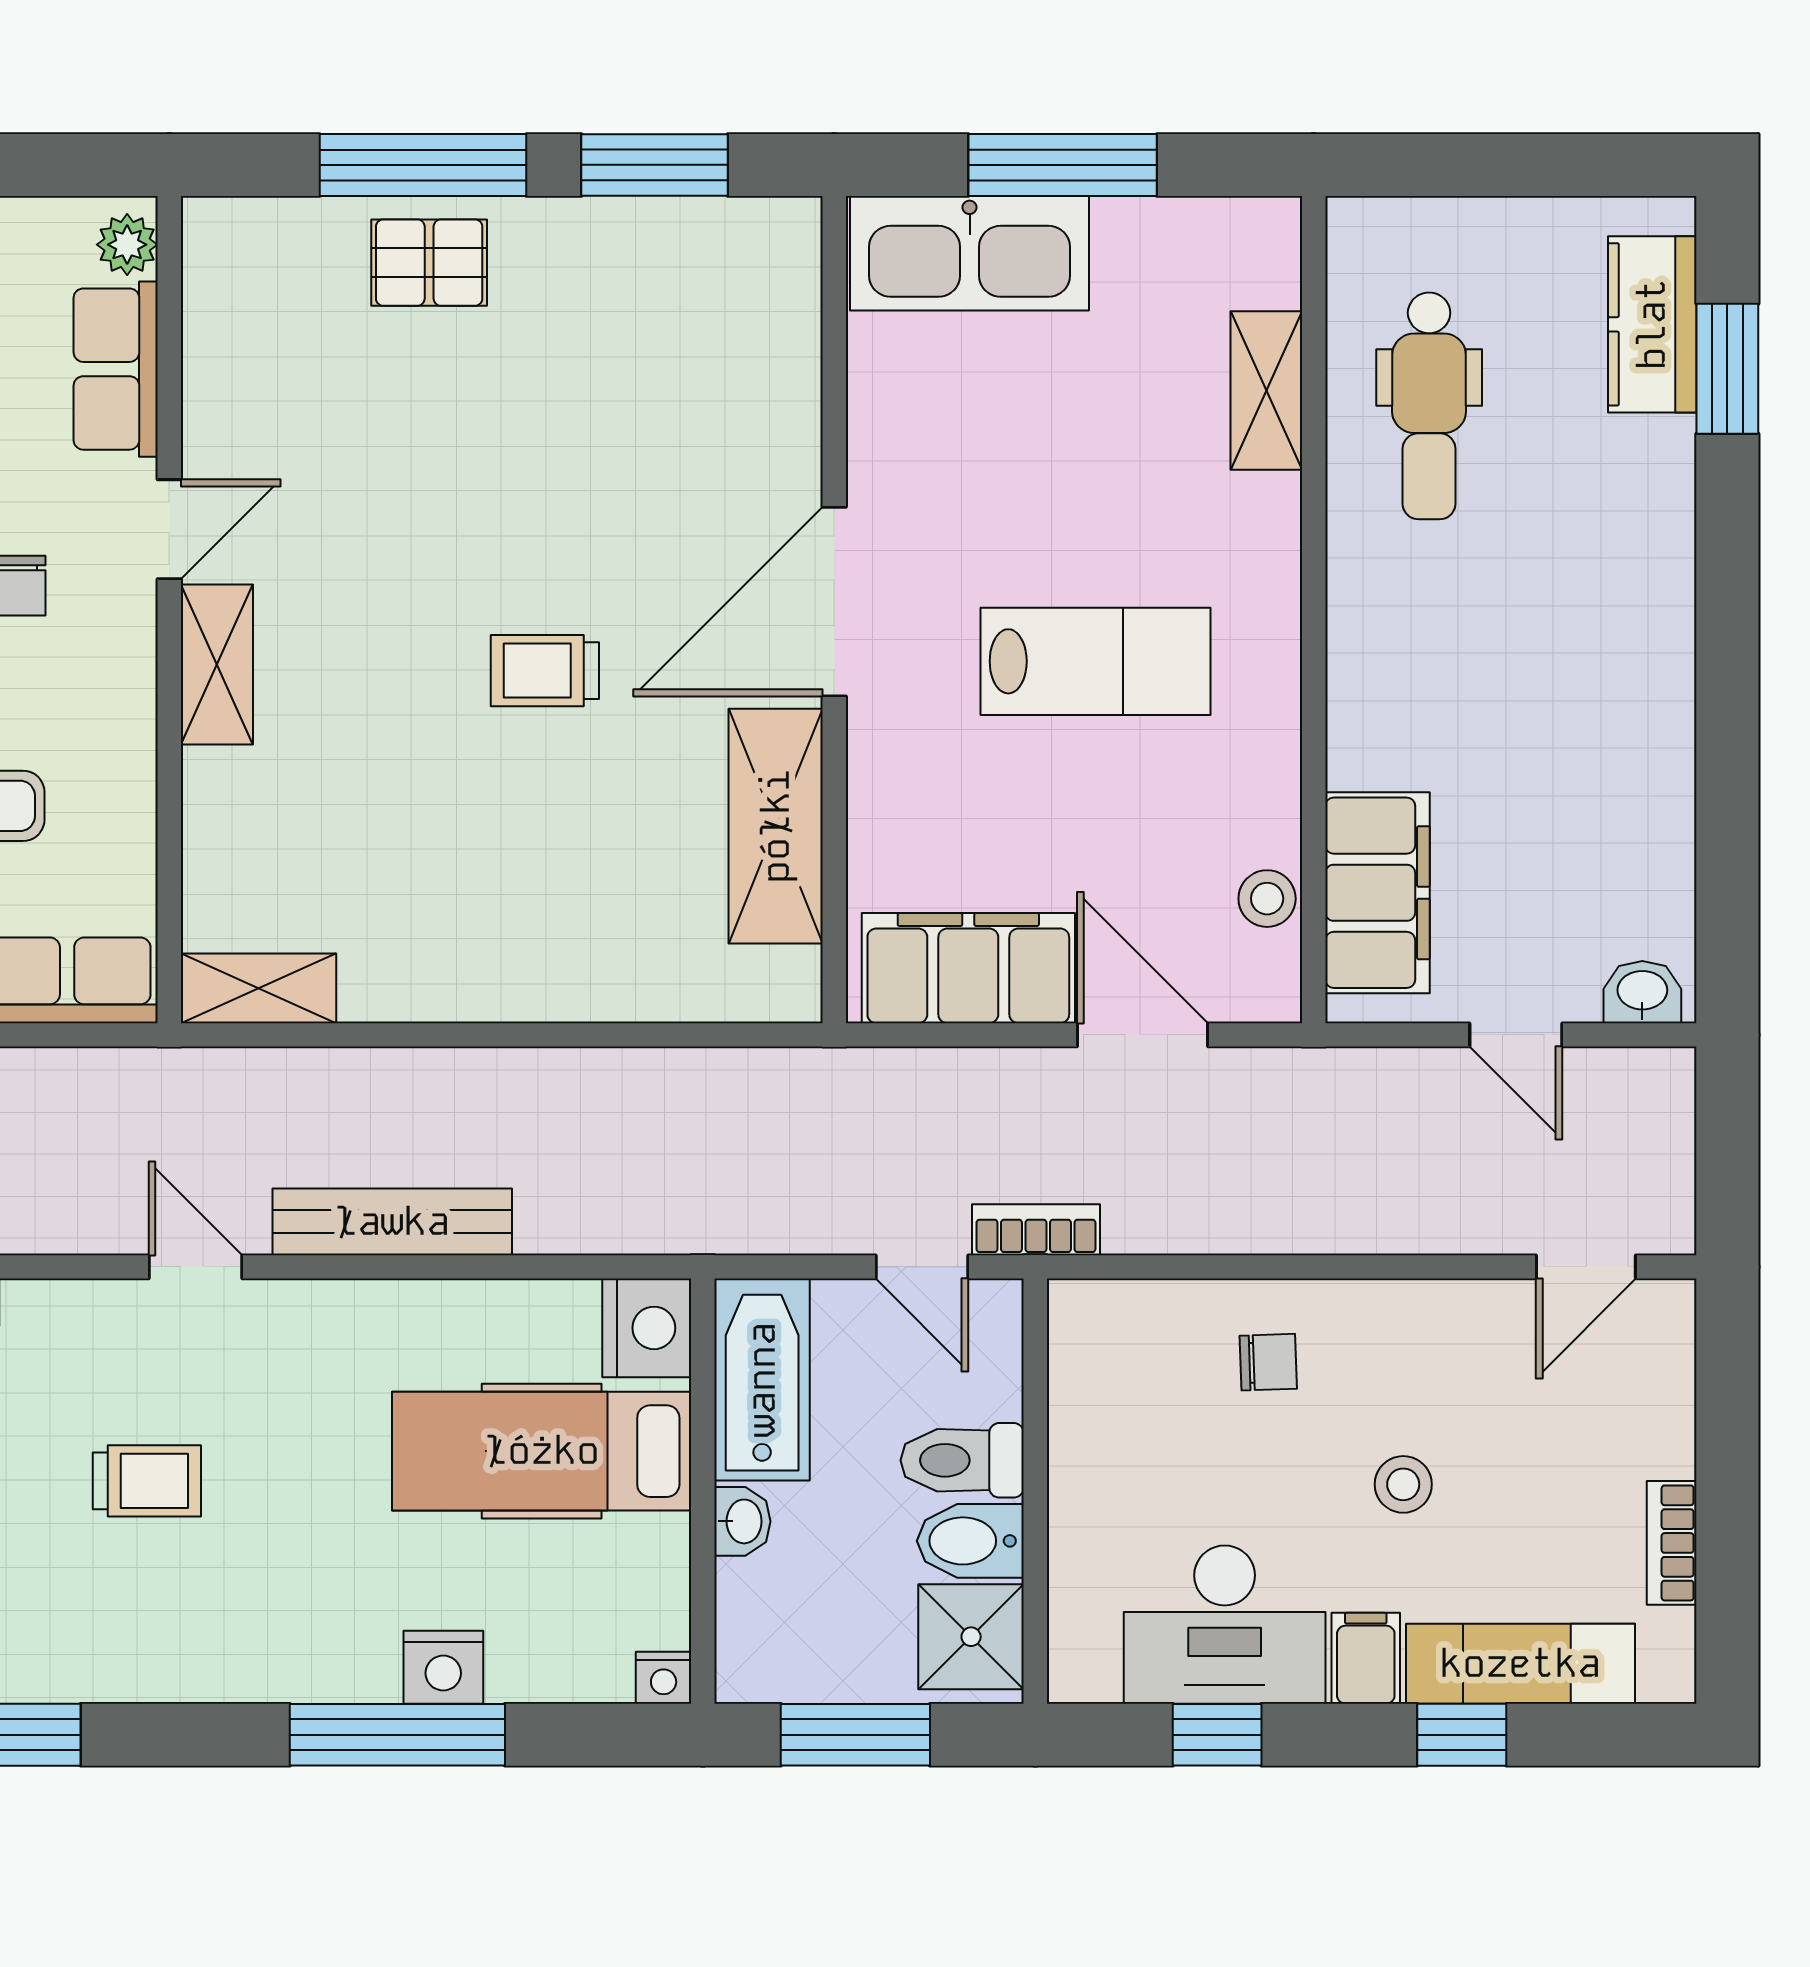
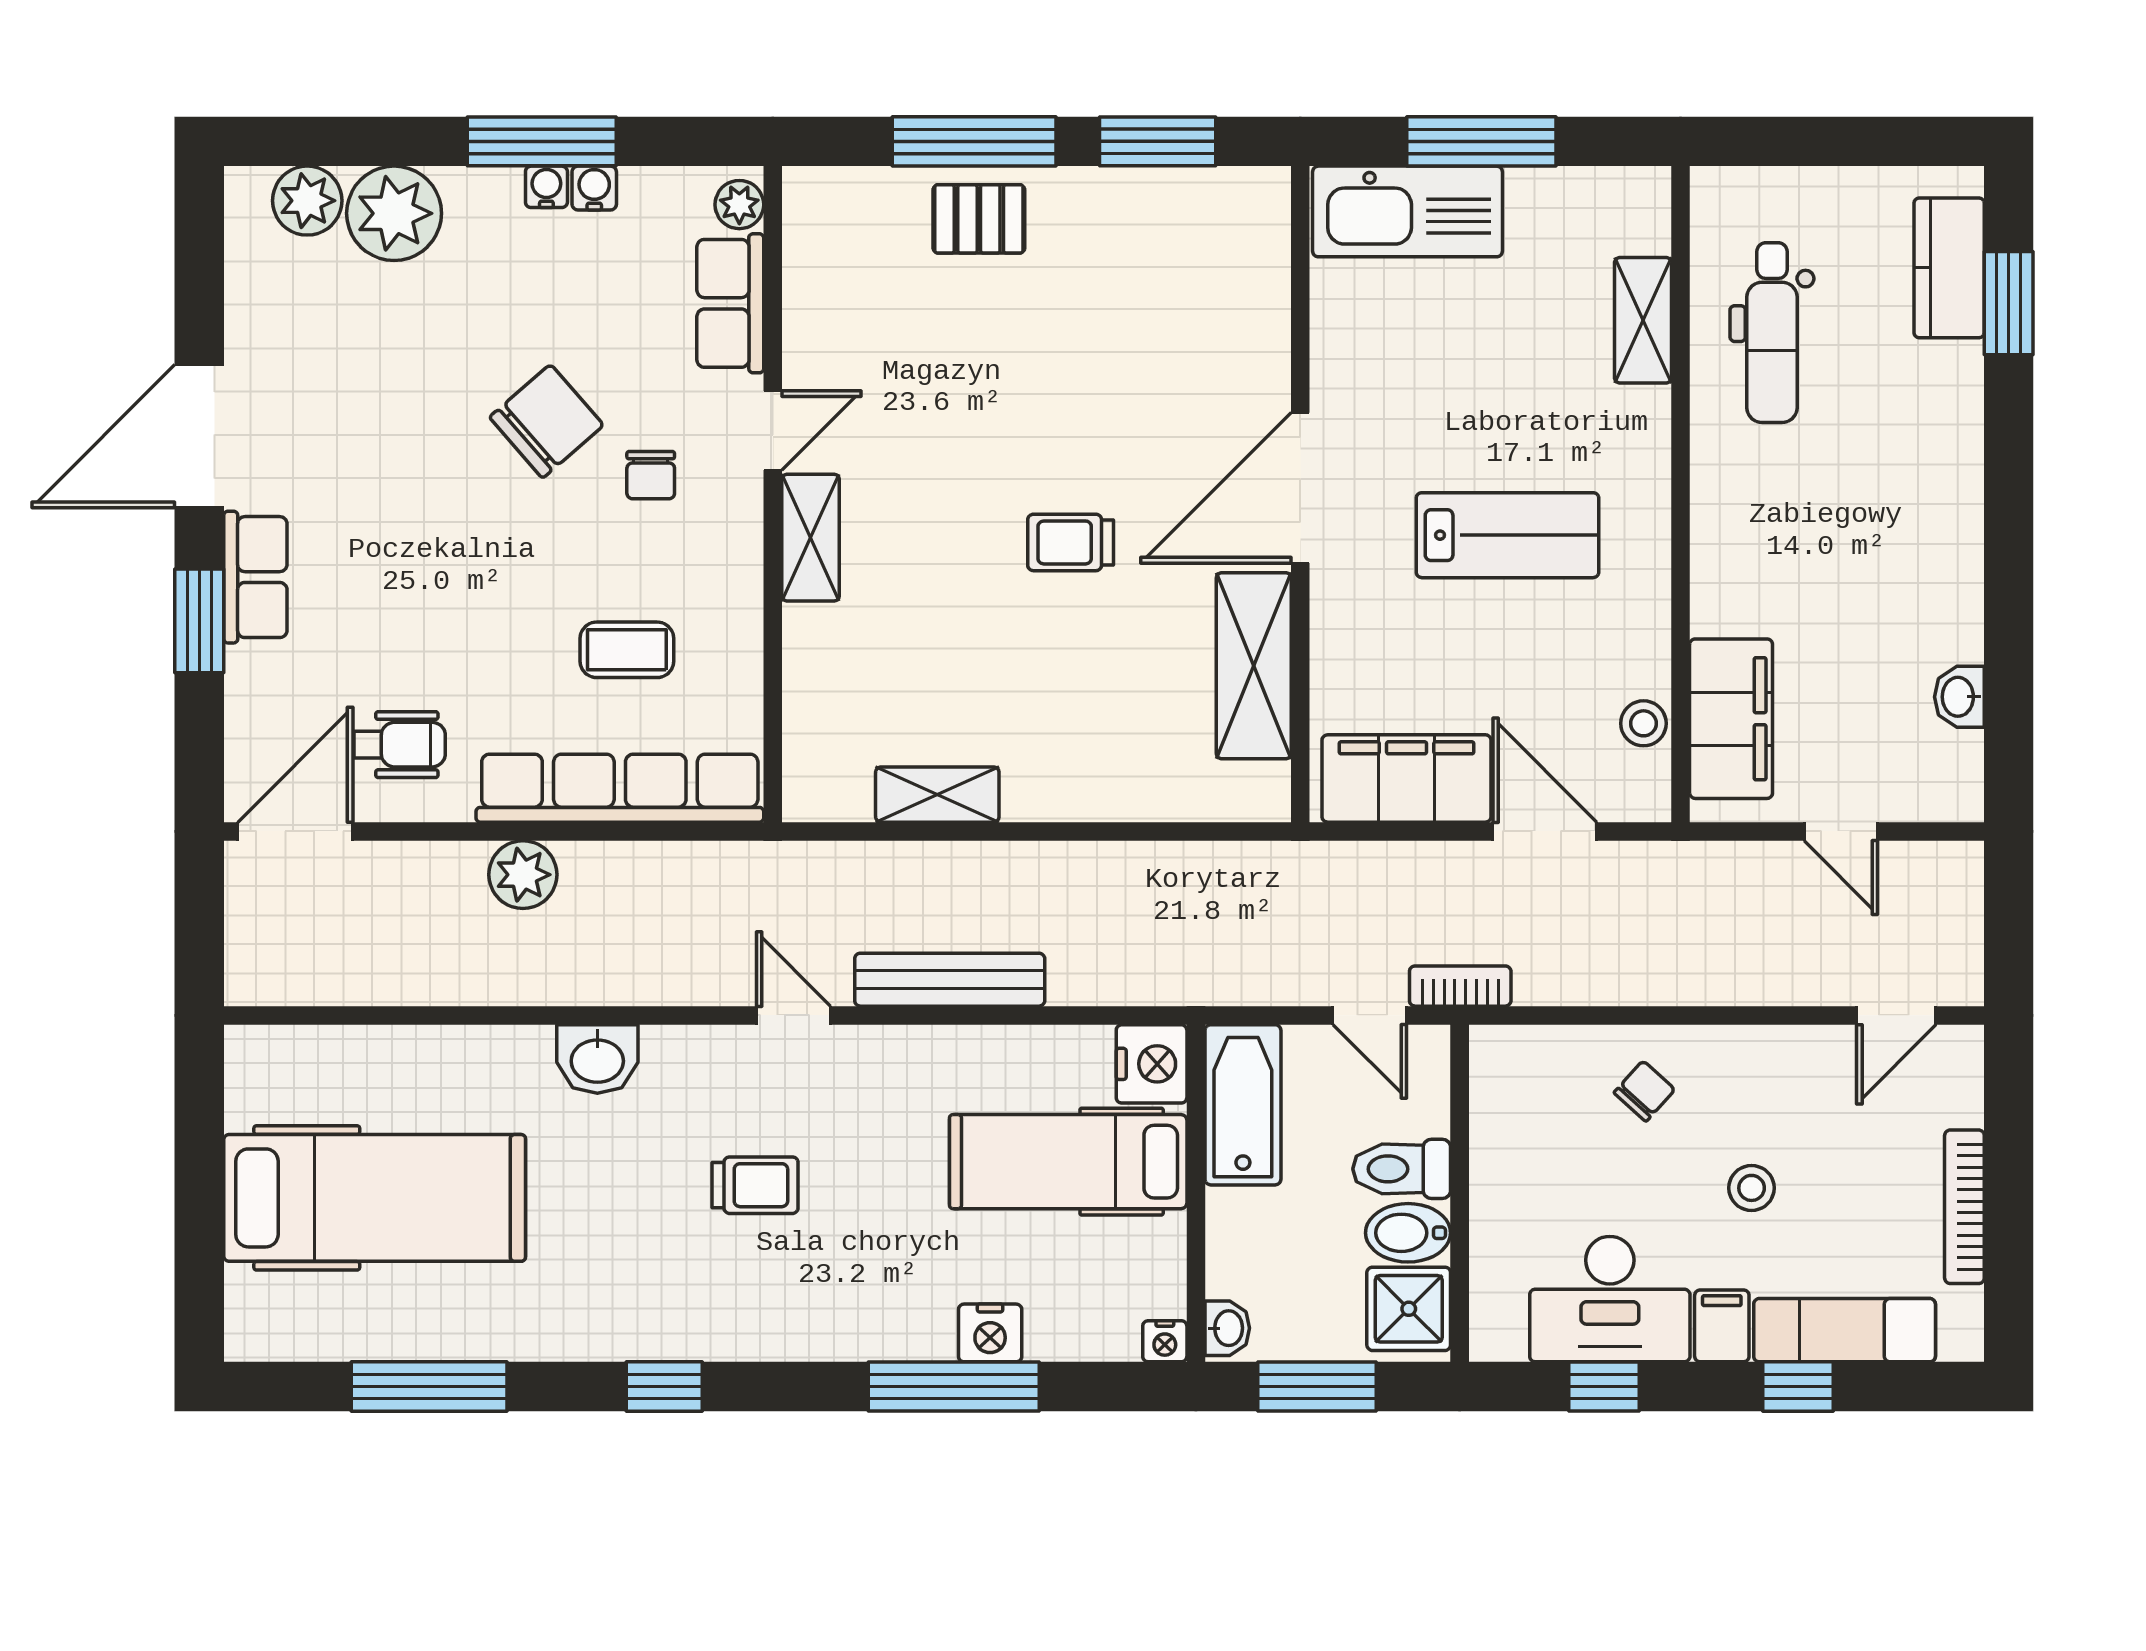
shelving: (259, 988) -> (937, 795), moved
washbasin: (1642, 992) -> (1959, 697), moved, turned -90
chair: (1268, 1362) -> (1644, 1091), turned -46
washbasin: (742, 1521) -> (1227, 1328), moved
bookcase: (1672, 1543) -> (1964, 1207), width x1.56

